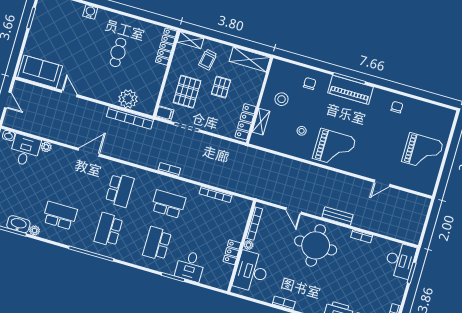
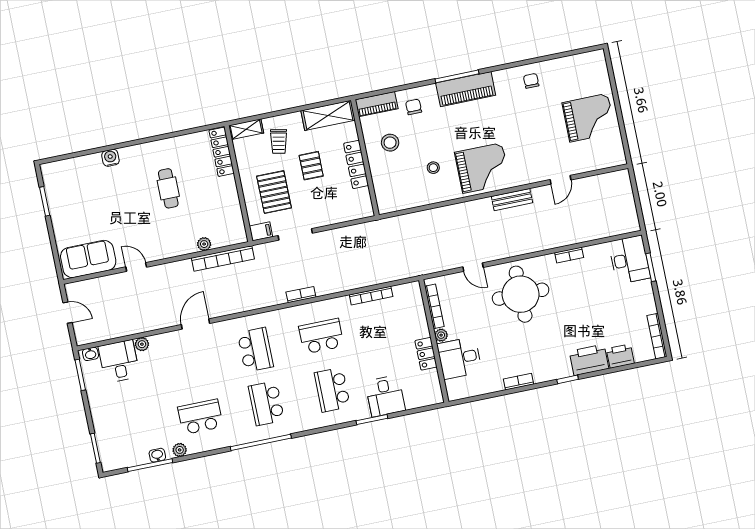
piano: (286, 69) -> (377, 104), added
plant: (128, 99) -> (204, 244), width x0.53, depth x0.53
locker: (246, 122) -> (356, 164), moved
shelving: (261, 122) -> (380, 182), removed
bench: (337, 216) -> (512, 200), moved
washbasin: (18, 224) -> (157, 455), width x0.52, depth x0.69
desk: (251, 272) -> (459, 358), width x0.73

